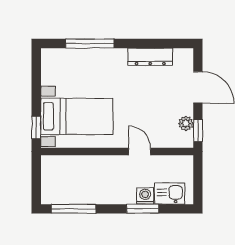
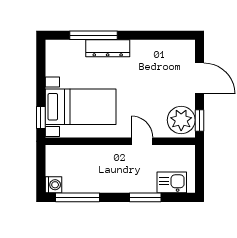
dresser: (150, 57) -> (108, 48), moved
plant: (186, 123) -> (181, 120), width x1.88, depth x1.88
washing machine: (145, 196) -> (53, 185), moved, turned 90

